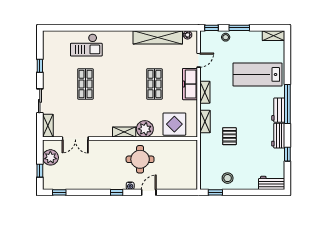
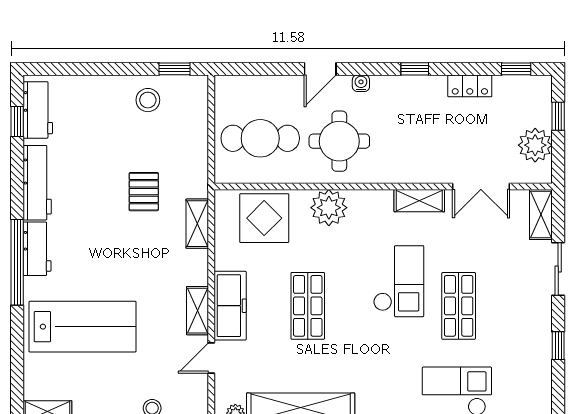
shelving: (205, 92) -> (198, 311), moved
checkout: (113, 95) -> (399, 281), added
shelving: (124, 132) -> (419, 201), moved
workbench: (278, 136) -> (37, 183), width x1.38
double door: (75, 139) -> (481, 186), swing flipped
window: (287, 154) -> (17, 121), moved
cafe table: (176, 161) -> (260, 138), added
workbench: (272, 183) -> (38, 110), moved, turned -90
locker: (80, 185) -> (470, 86), added
window: (117, 192) -> (415, 69), moved

